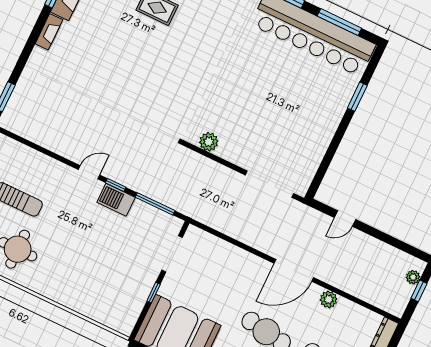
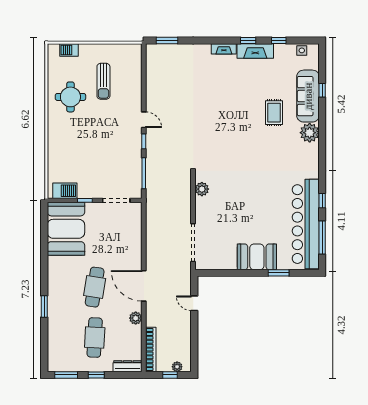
booth: (325, 114) -> (257, 257), added
barbecue: (116, 200) -> (65, 191), moved, turned 90
bookcase: (376, 299) -> (151, 350), added

